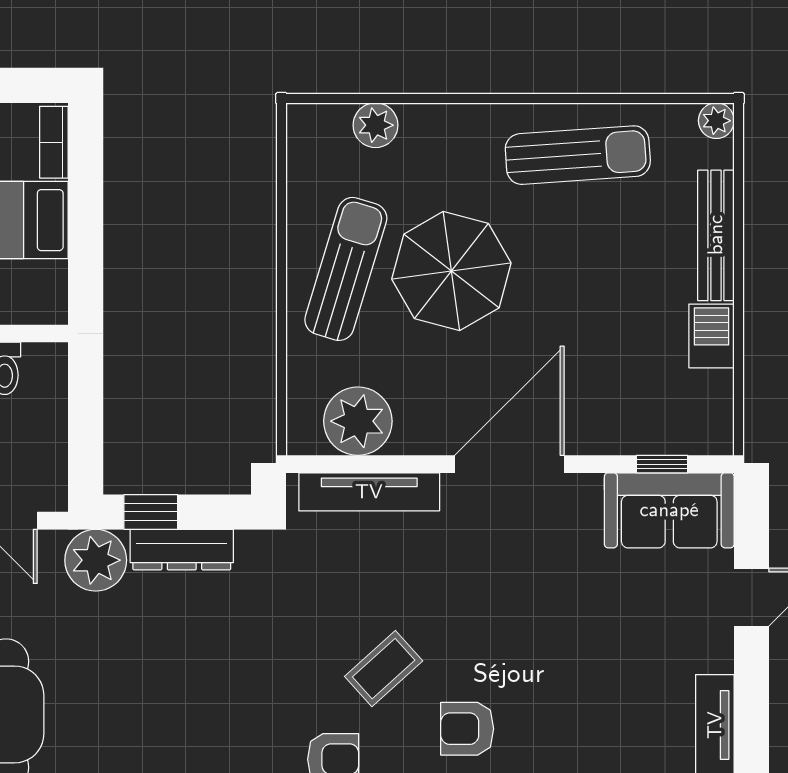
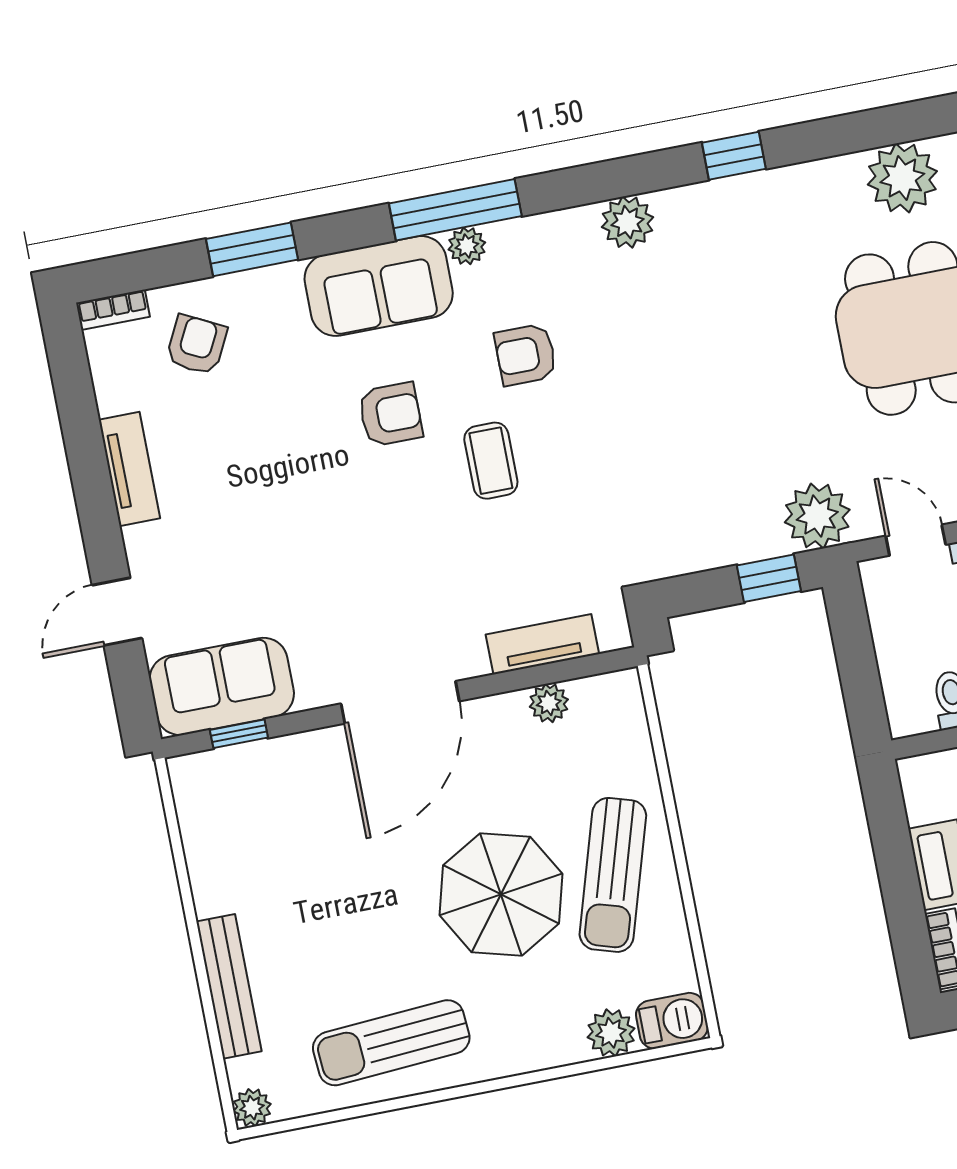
barbecue: (712, 336) -> (672, 1021), moved, turned -90
plant: (358, 421) -> (549, 703), width x0.53, depth x0.53
tv unit: (369, 492) -> (542, 644), width x0.71
dresser: (182, 550) -> (729, 545), removed
coffee table: (384, 669) -> (491, 461), turned -48

